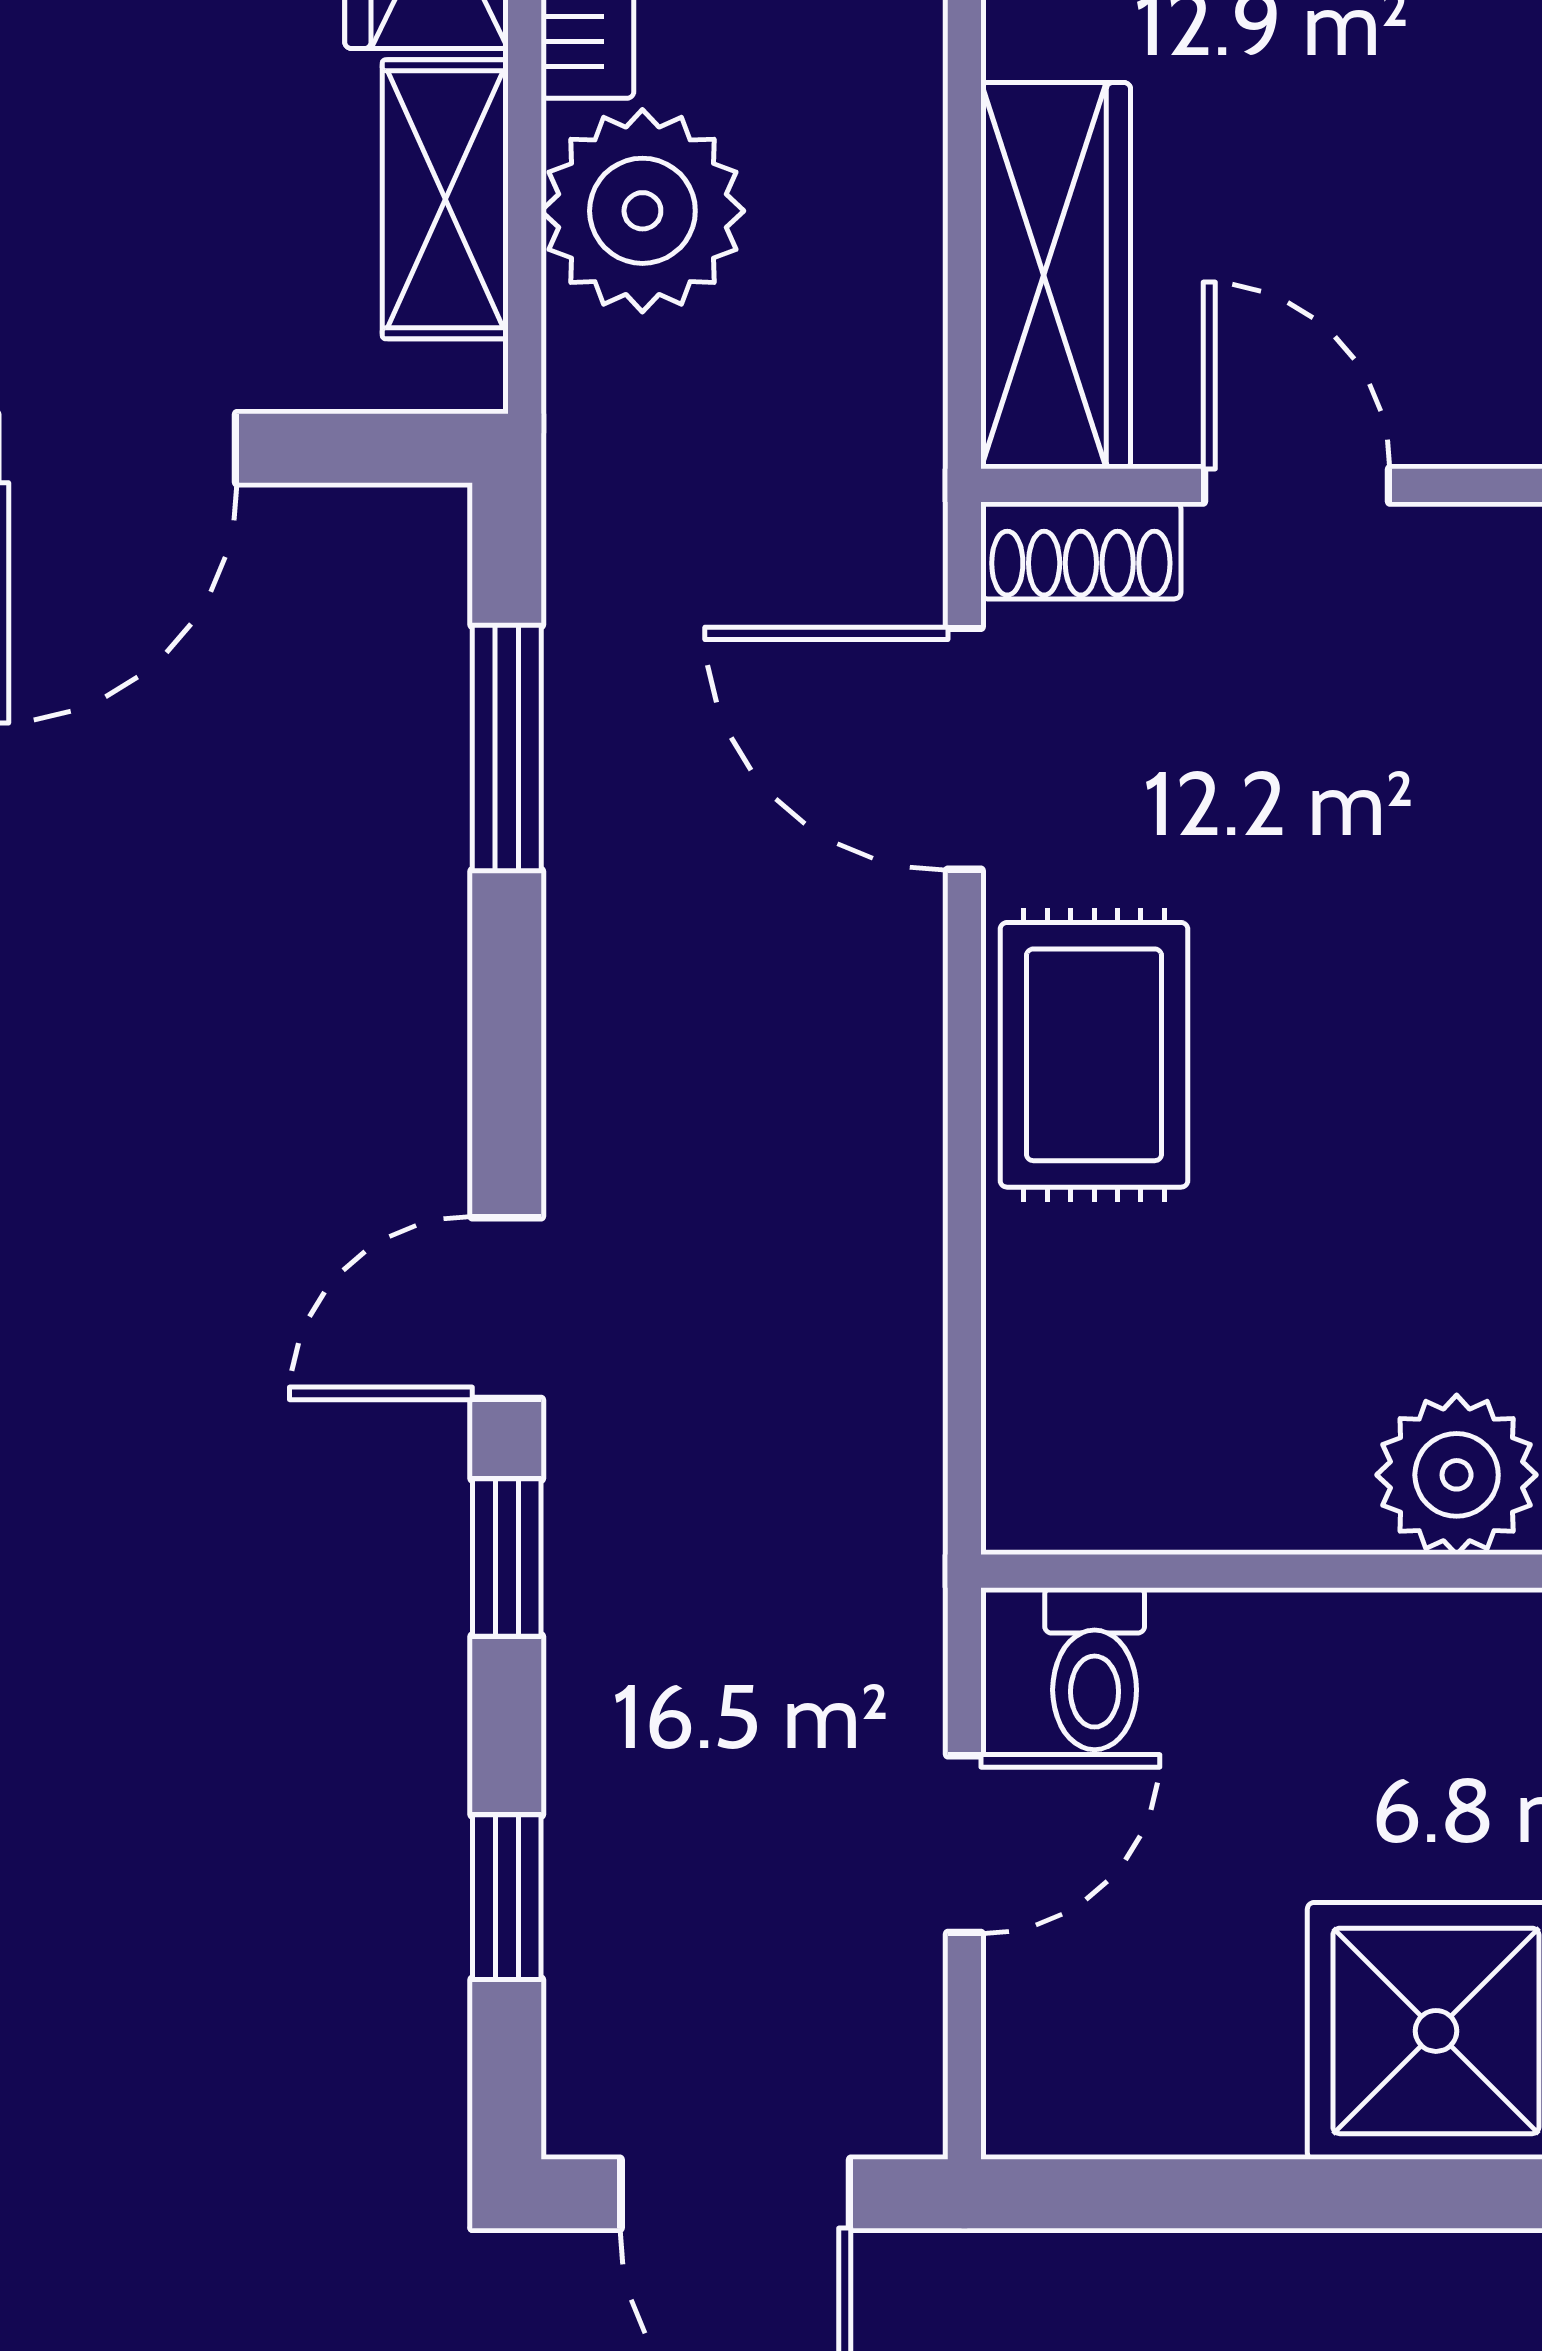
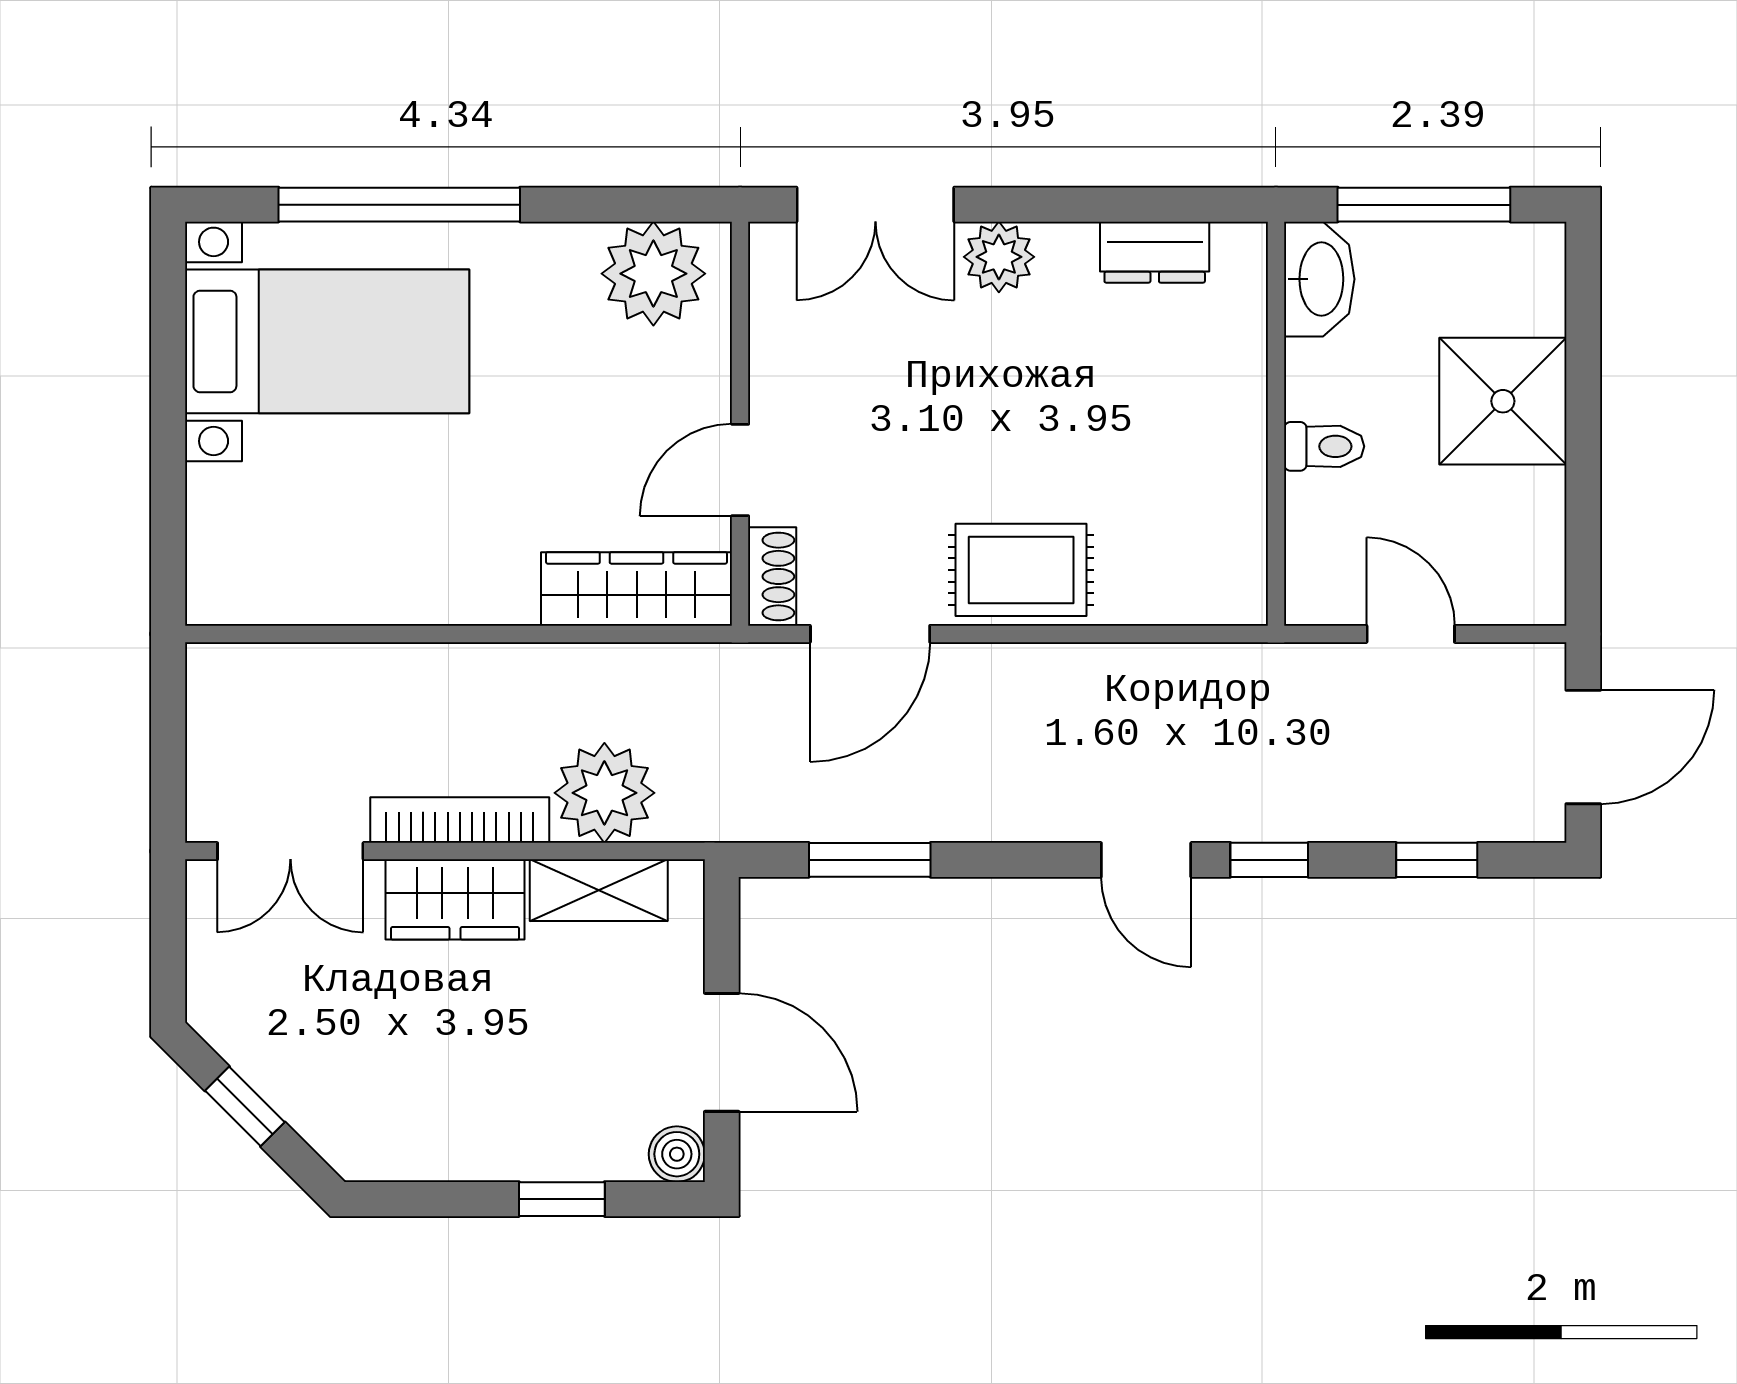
plant: (1457, 1475) -> (1228, 391), removed
toilet: (1095, 1669) -> (1324, 446), moved

